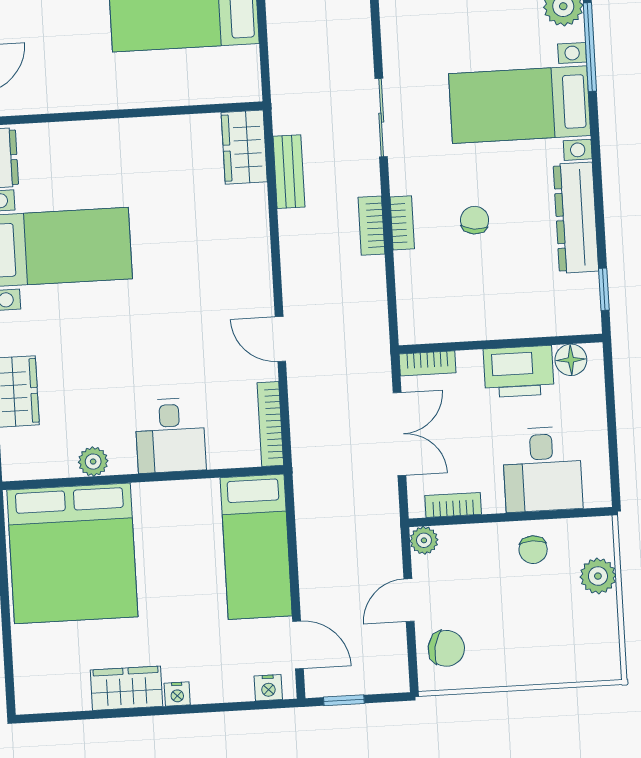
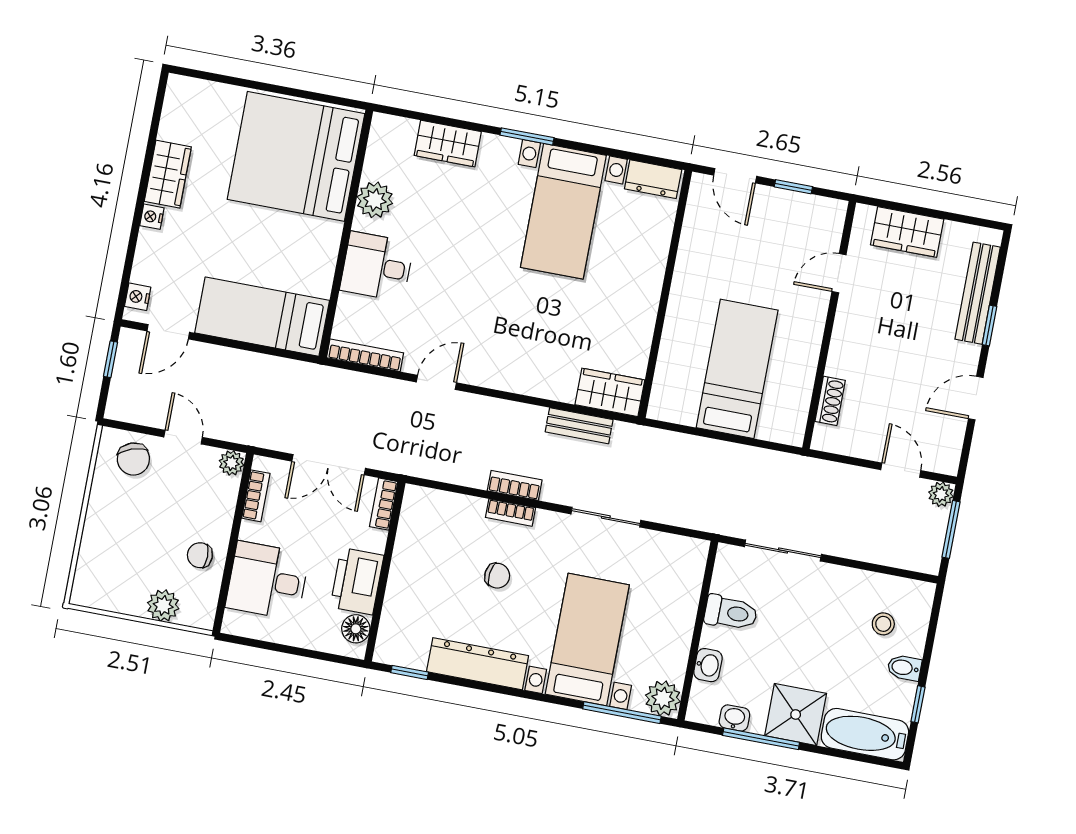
plant: (93, 462) -> (375, 200), width x1.38, depth x1.38
chair: (446, 648) -> (133, 459), turned -30

